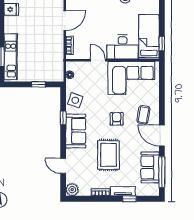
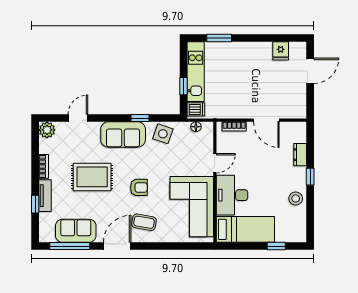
window: (162, 44) -> (276, 246), moved
kitchen unit: (11, 57) -> (196, 72), moved, turned -90
dishwasher: (56, 75) -> (196, 109), added

